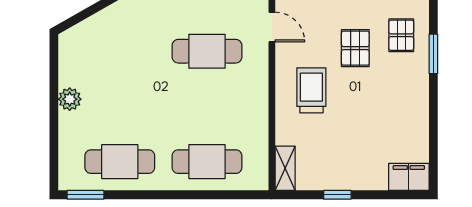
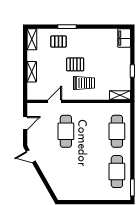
pallet: (355, 48) -> (75, 64), moved
trolley: (311, 90) -> (84, 83), turned 180
plant: (70, 99) -> (88, 195), removed

